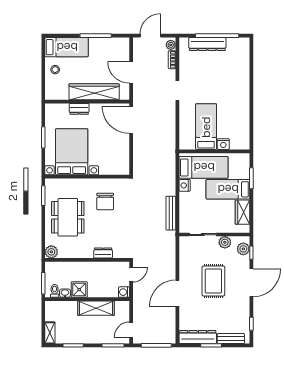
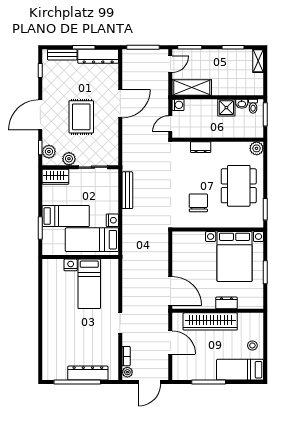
wardrobe: (242, 212) -> (55, 177), moved, turned 90
shelving: (96, 308) -> (192, 87), moved

